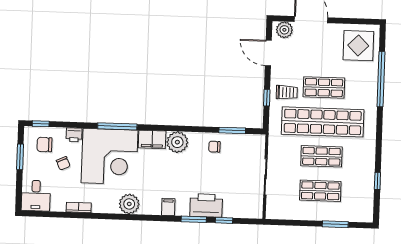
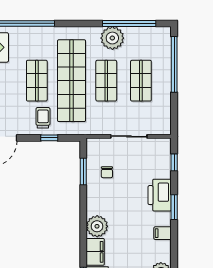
chair: (214, 147) -> (107, 172), moved
plant: (364, 164) -> (112, 38), added
window: (377, 181) -> (129, 23), width x3.17
window: (224, 220) -> (174, 162), moved
window: (335, 224) -> (174, 64), width x2.11

